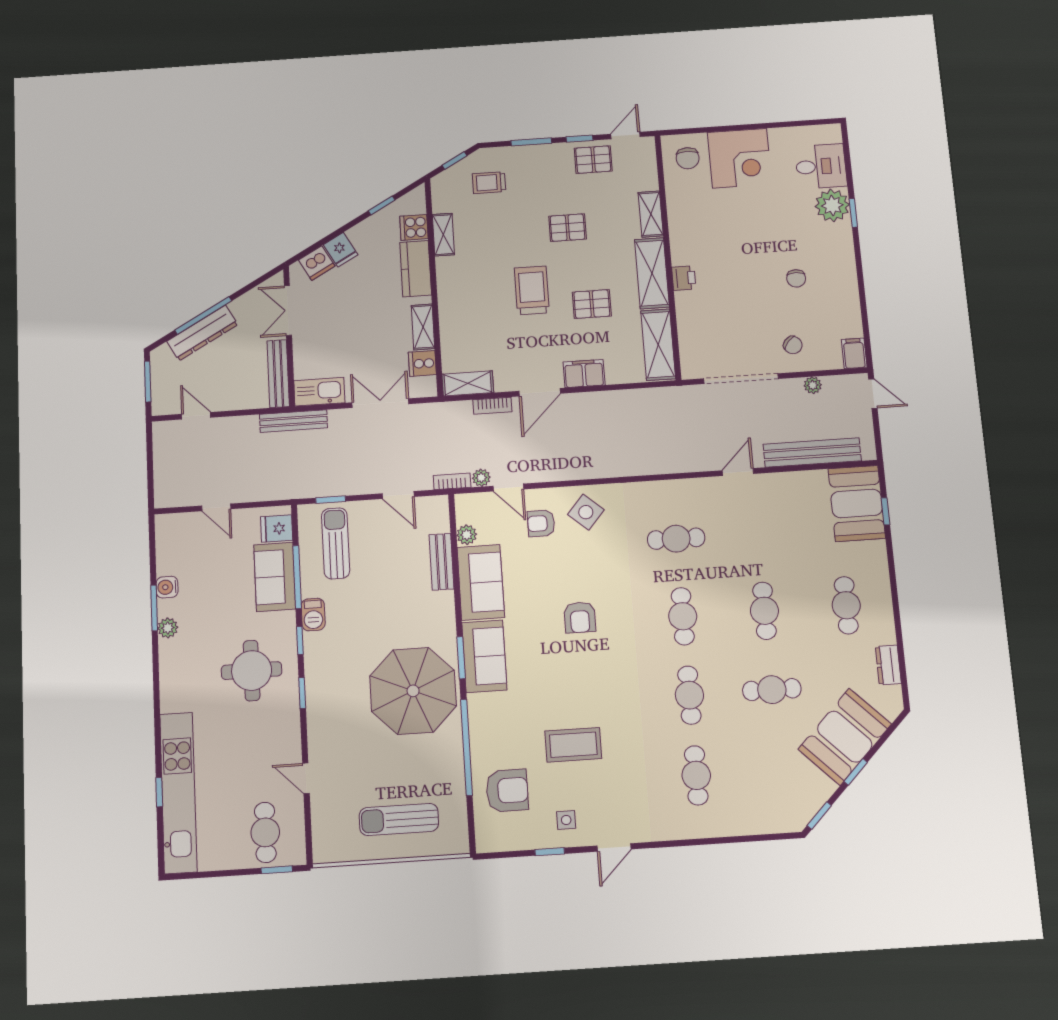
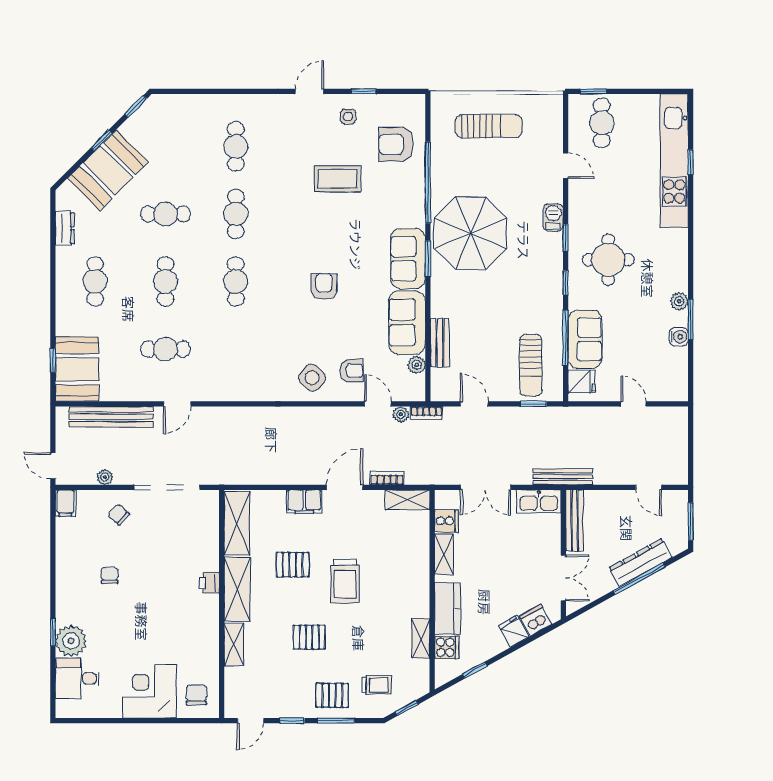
pallet: (593, 160) -> (332, 695), moved
cafe table: (676, 539) -> (165, 349), moved
barbecue: (313, 615) -> (553, 217), moved

